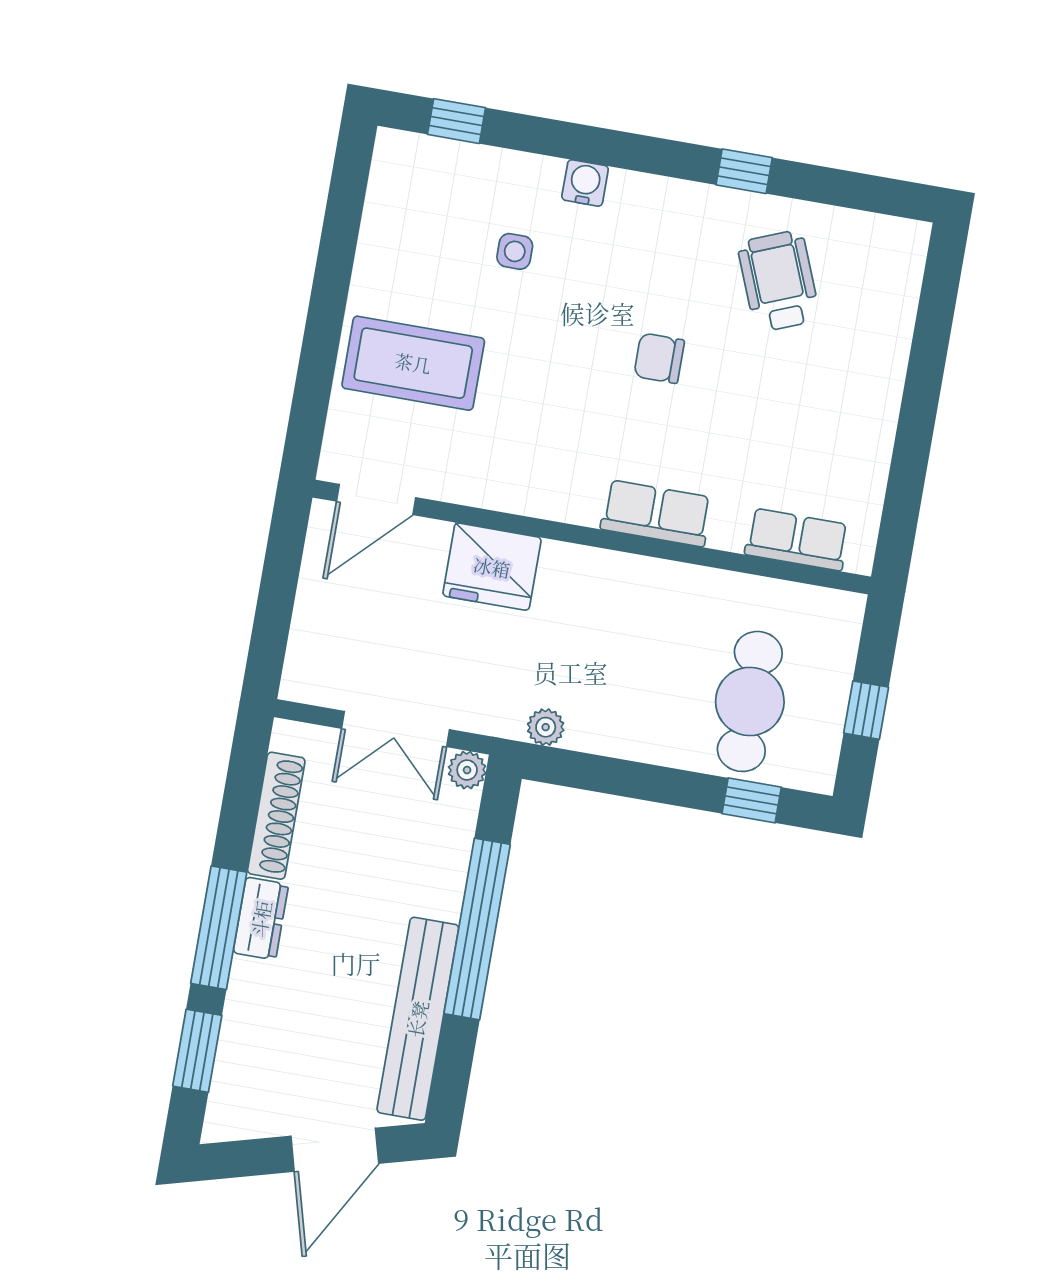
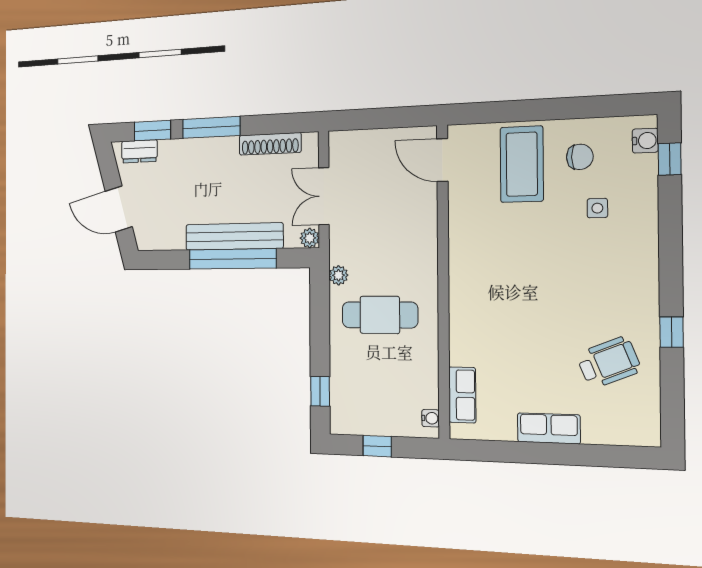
water cooler: (585, 183) -> (645, 141), moved
chair: (659, 358) -> (580, 157), moved, turned 90
row of seats: (656, 513) -> (549, 428), moved, turned -90
fridge: (492, 567) -> (417, 230), removed
water cooler: (830, 604) -> (431, 418), added
cafe table: (750, 701) -> (380, 315), moved
dresser: (261, 919) -> (139, 151), moved
bench: (418, 1019) -> (234, 236), moved

